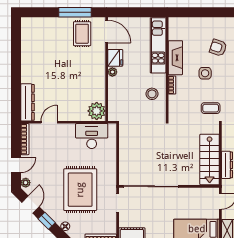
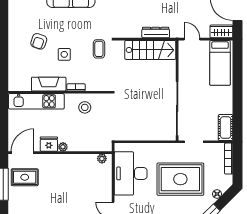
plant: (97, 111) -> (102, 159), width x0.53, depth x0.53
desk: (92, 136) -> (131, 173), width x1.36, depth x1.30

